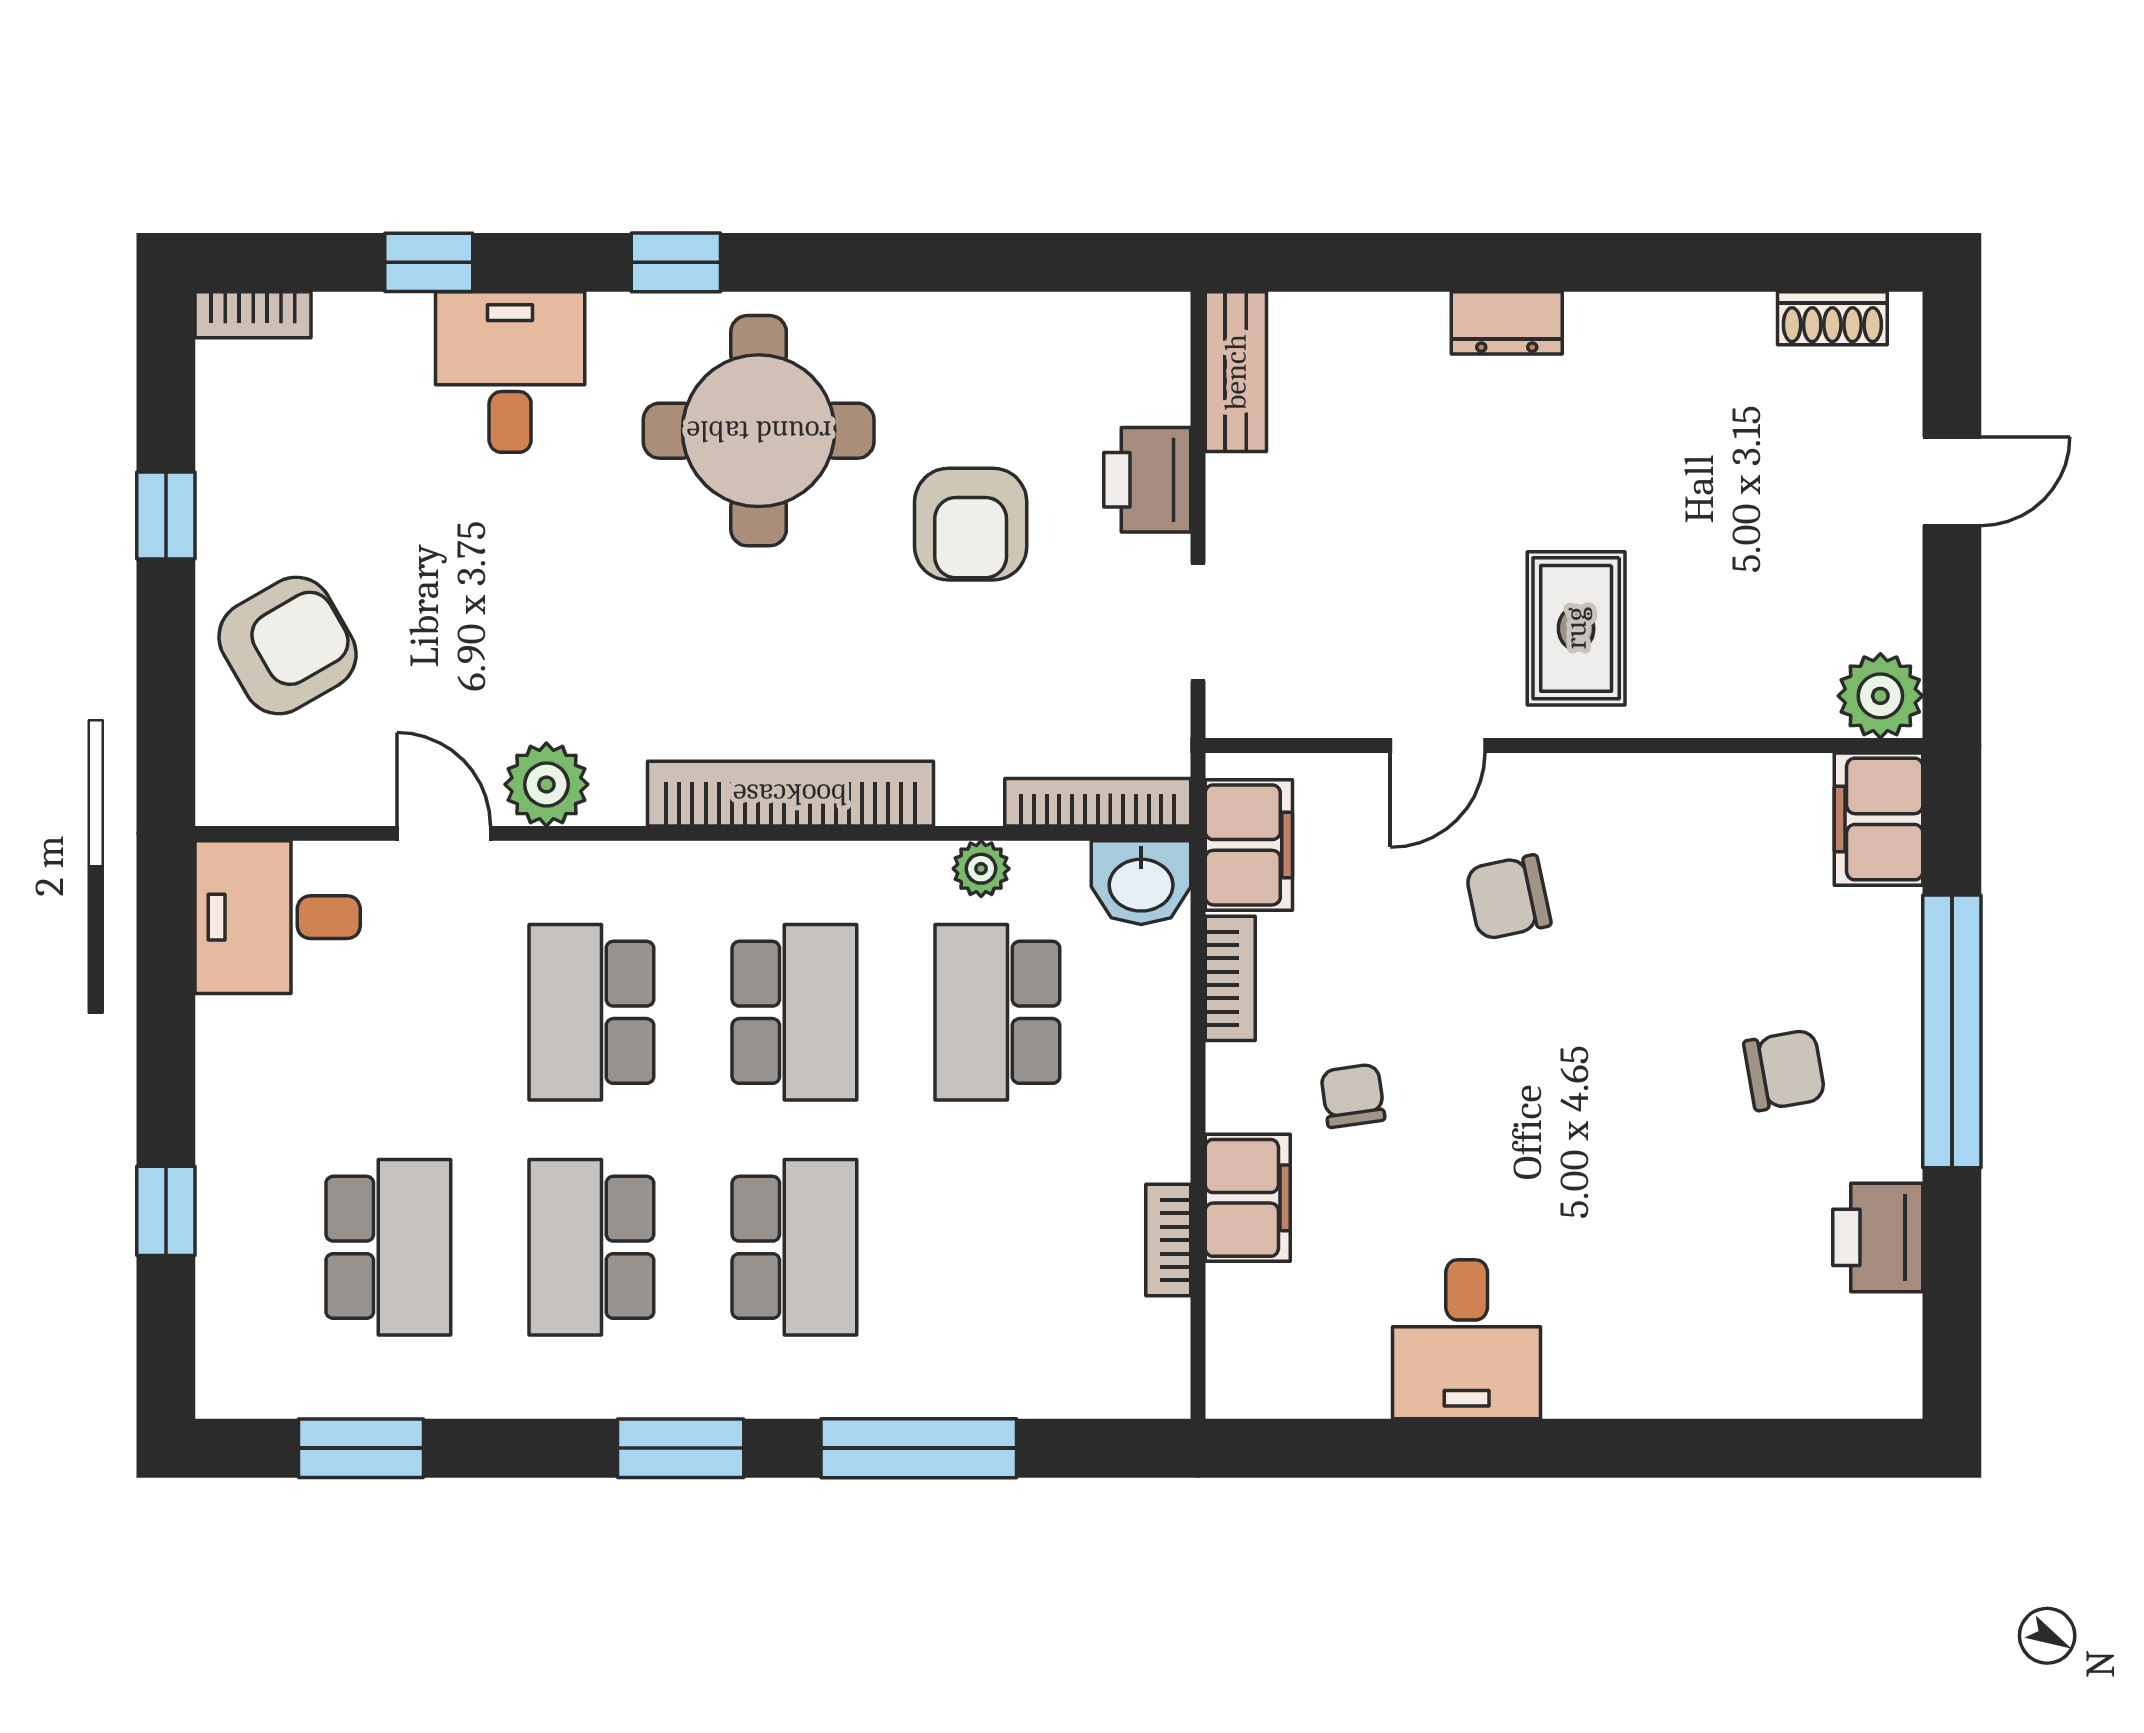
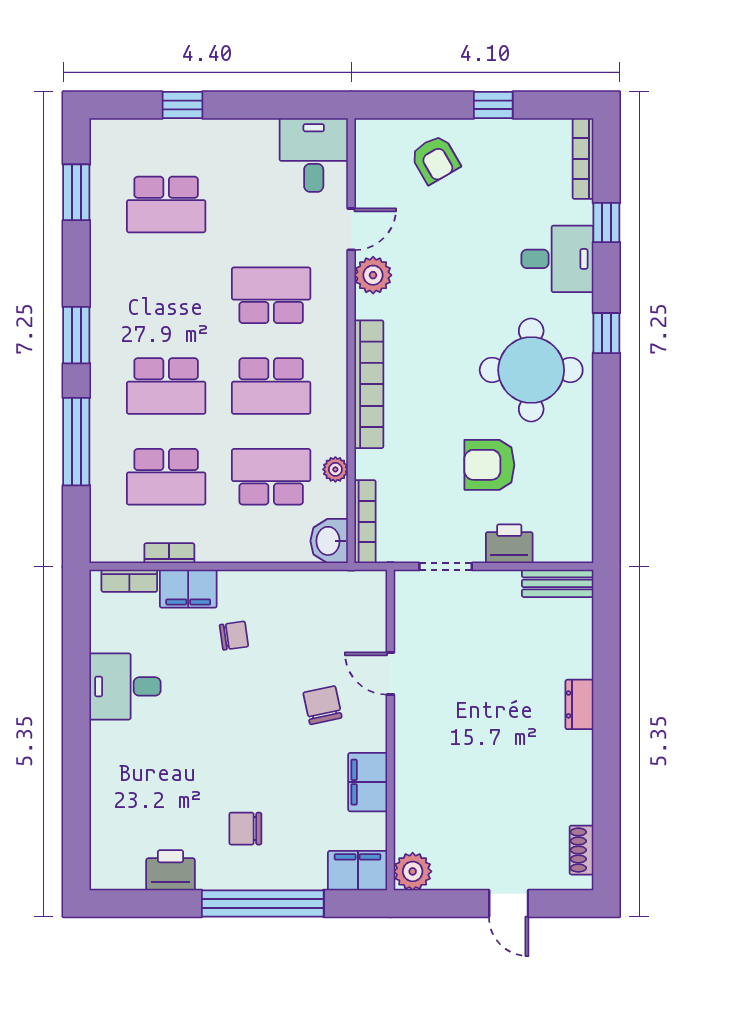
bookcase: (253, 315) -> (583, 159), width x1.56
rug: (1576, 628) -> (443, 735), removed
armchair: (288, 645) -> (435, 159), width x0.72, depth x0.72
filing cabinet: (1249, 845) -> (368, 782), moved, turned 90
bookcase: (1230, 978) -> (129, 581), moved
chair: (1784, 1070) -> (245, 829), turned 100
school desk: (591, 1247) -> (166, 477), moved, turned 180

